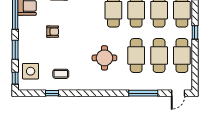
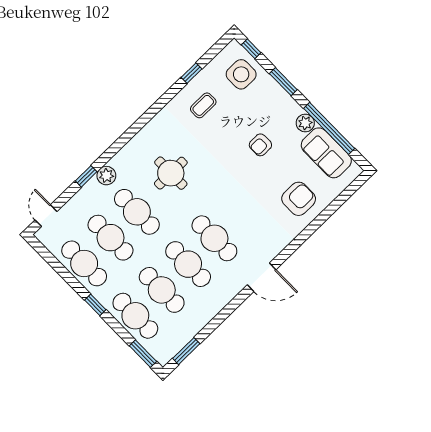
plant: (23, 22) -> (305, 123), added
plant: (134, 85) -> (106, 176), added
window: (143, 93) -> (86, 176), width x0.46

